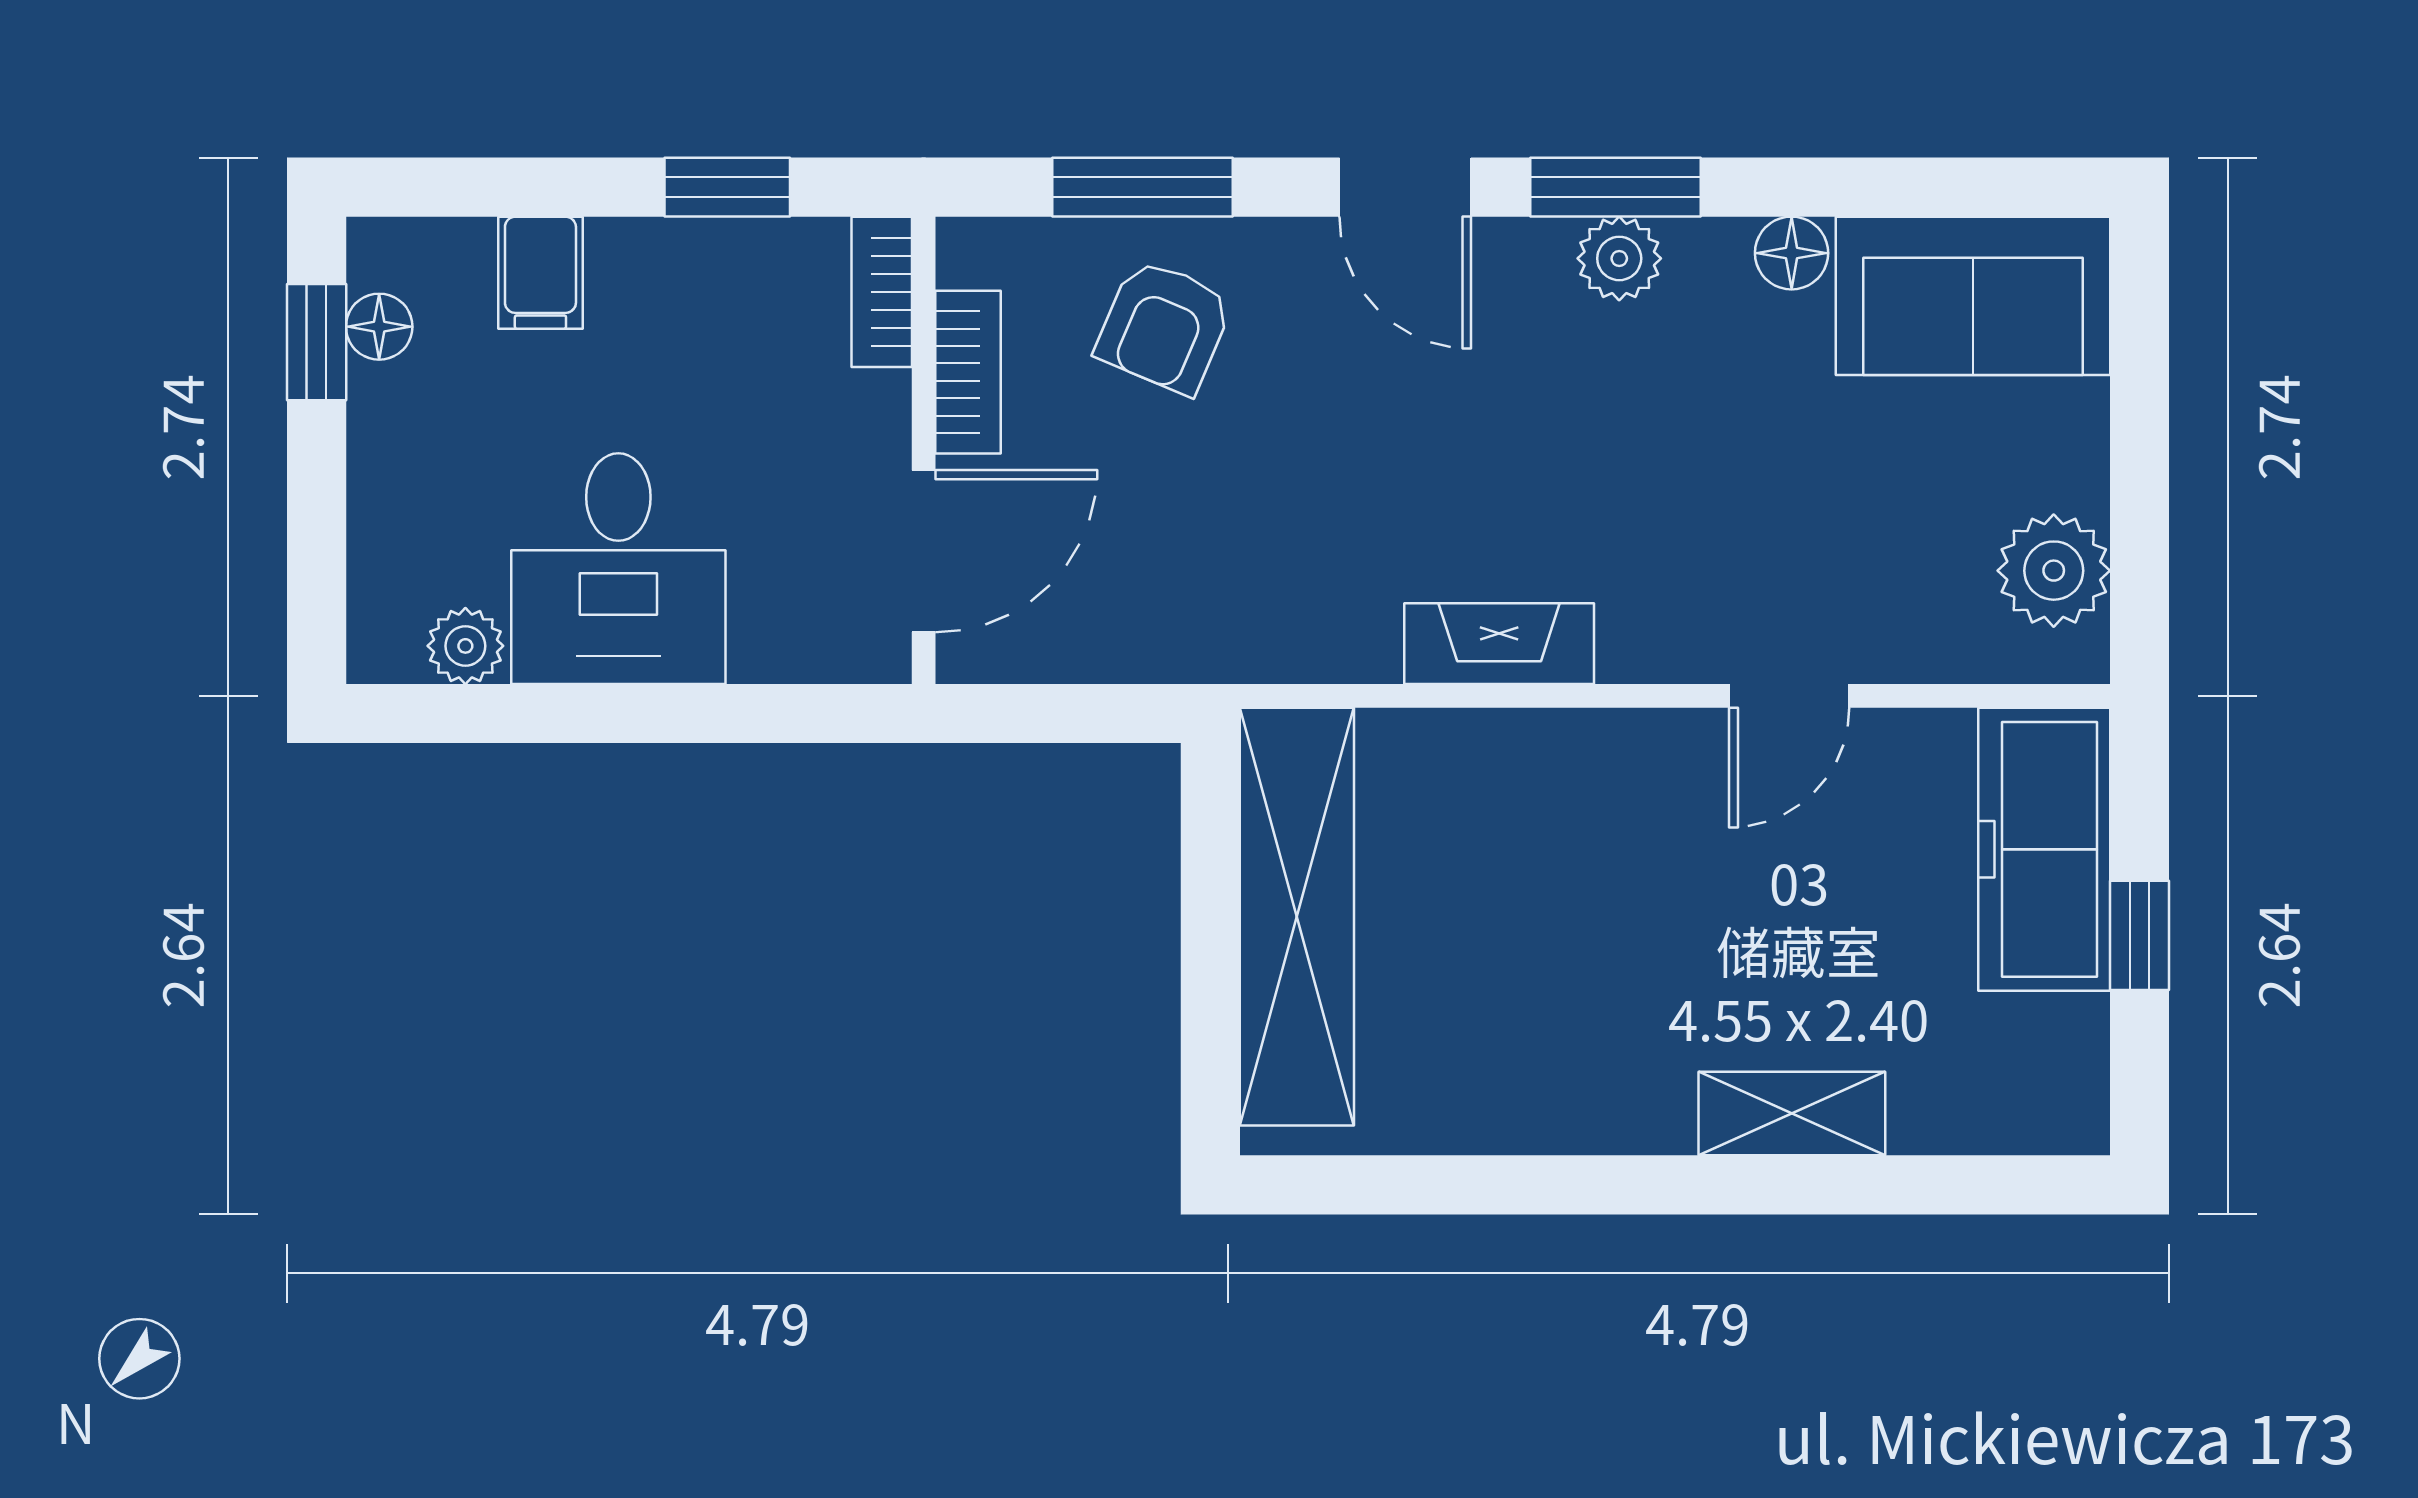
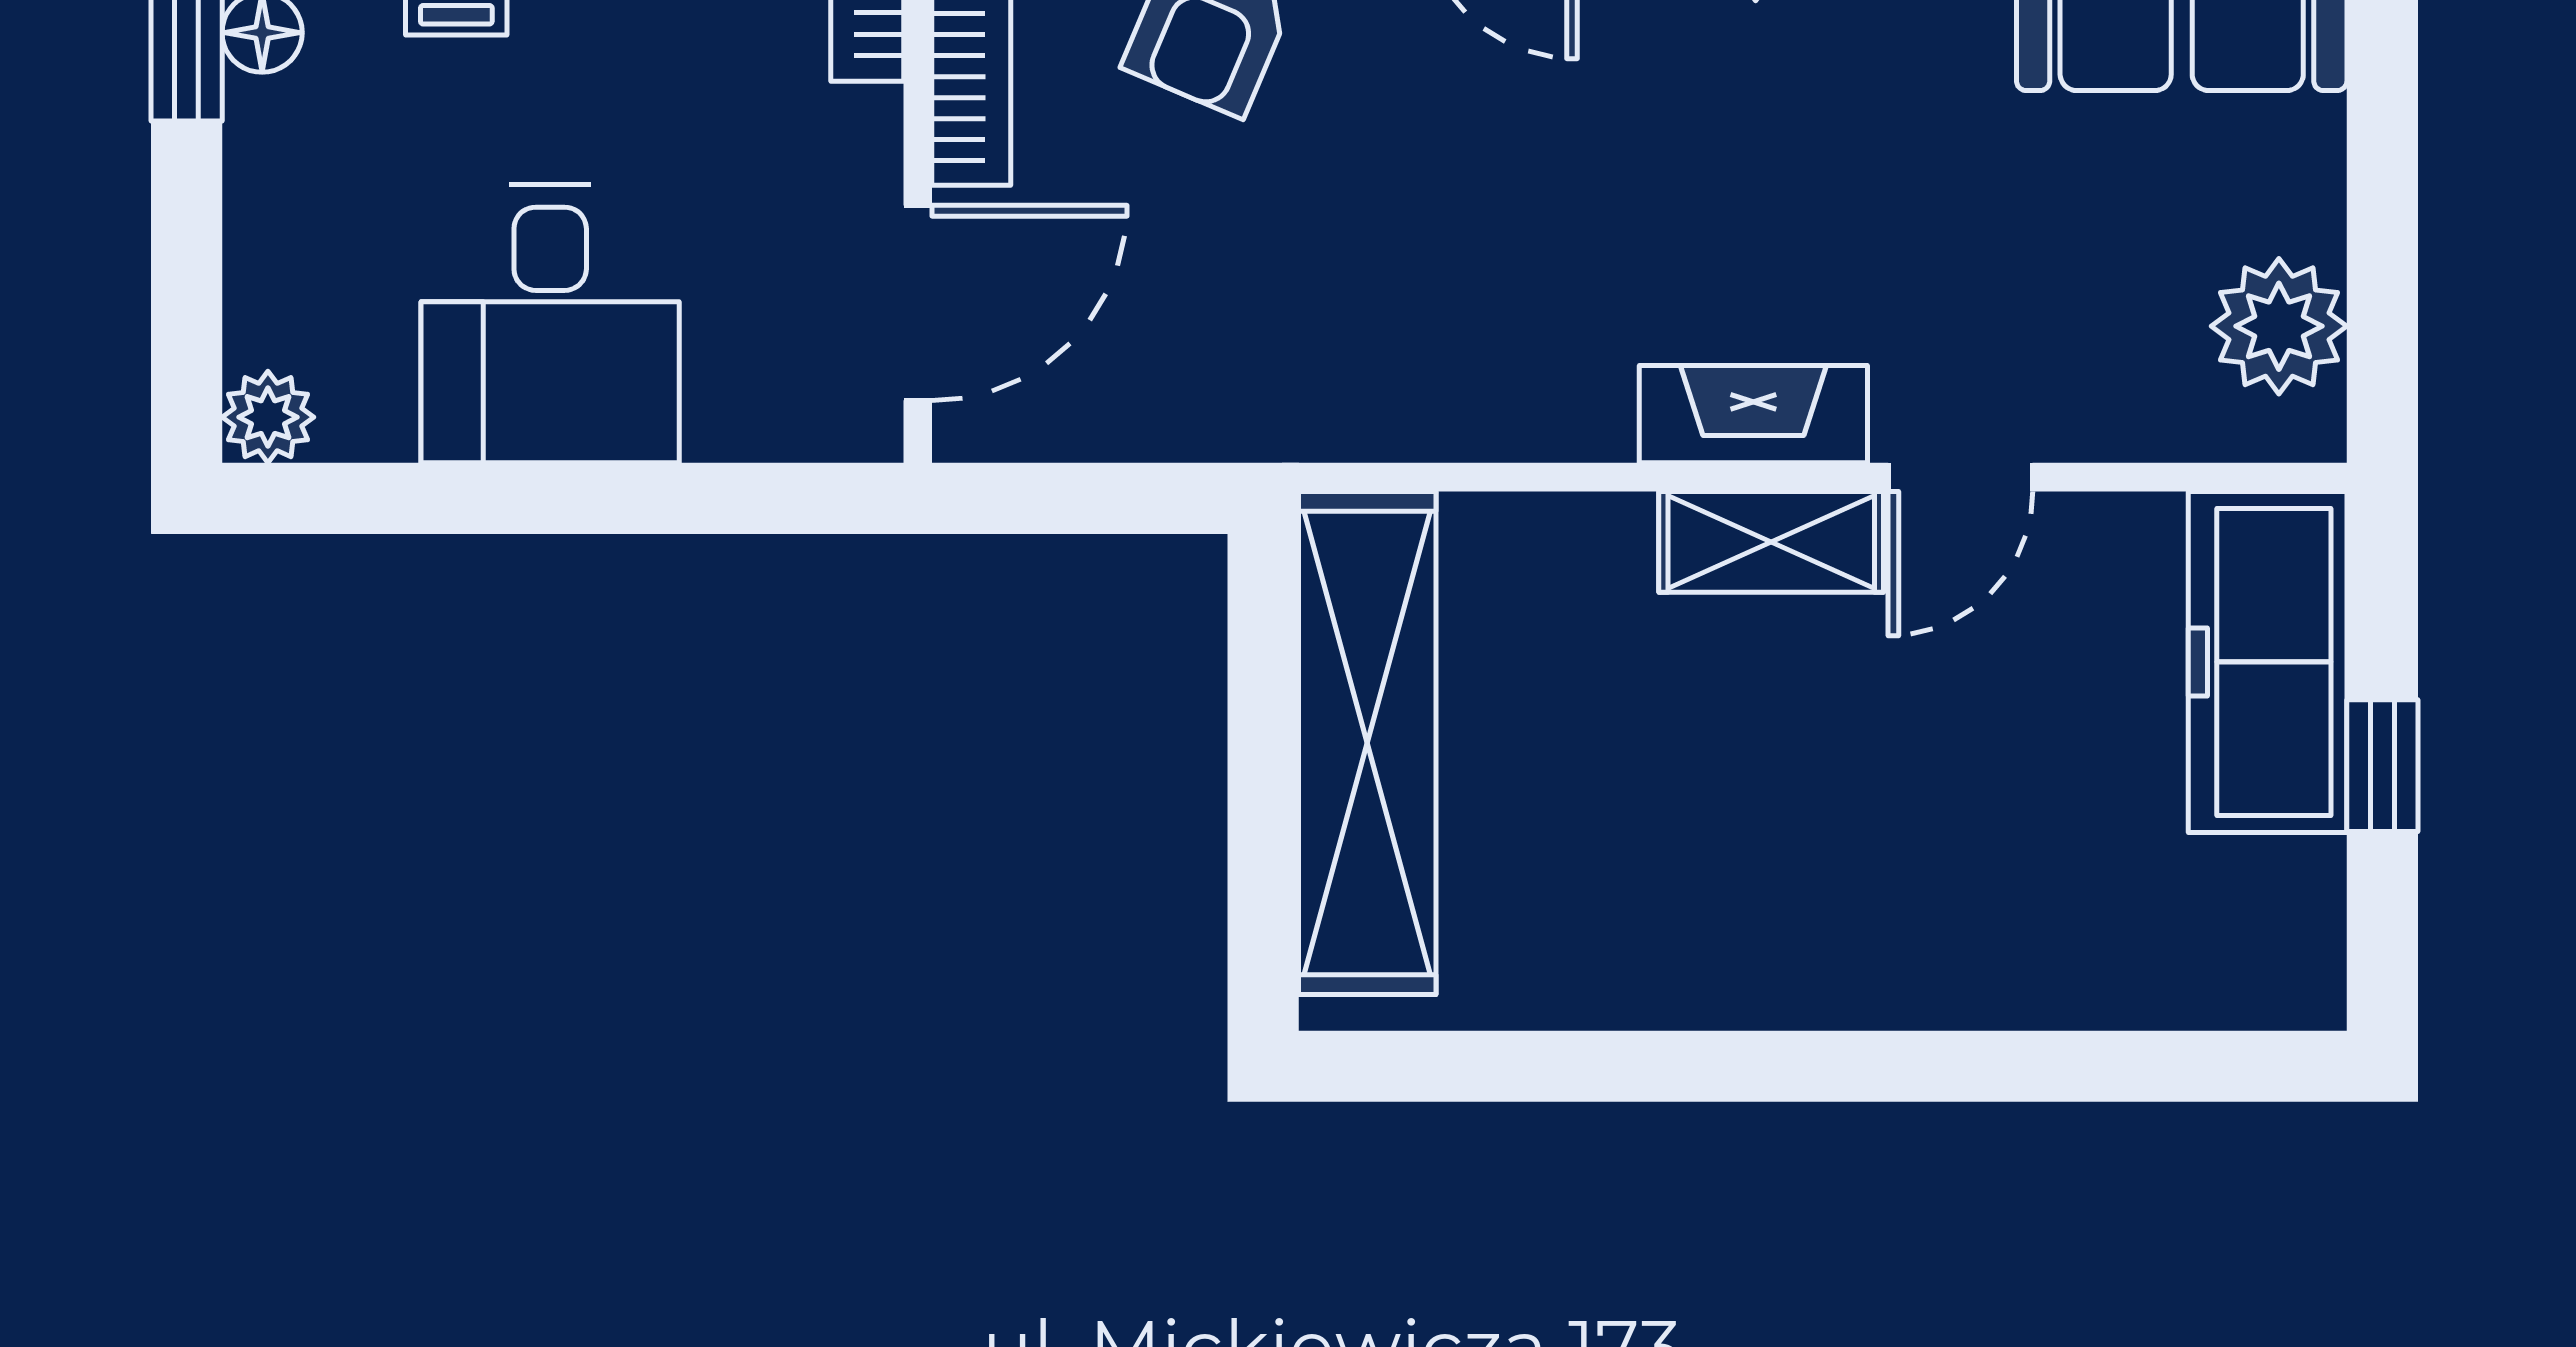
fireplace: (1499, 644) -> (1753, 414), moved
plant: (465, 646) -> (268, 417), moved
shelving: (1792, 1114) -> (1771, 542), moved

